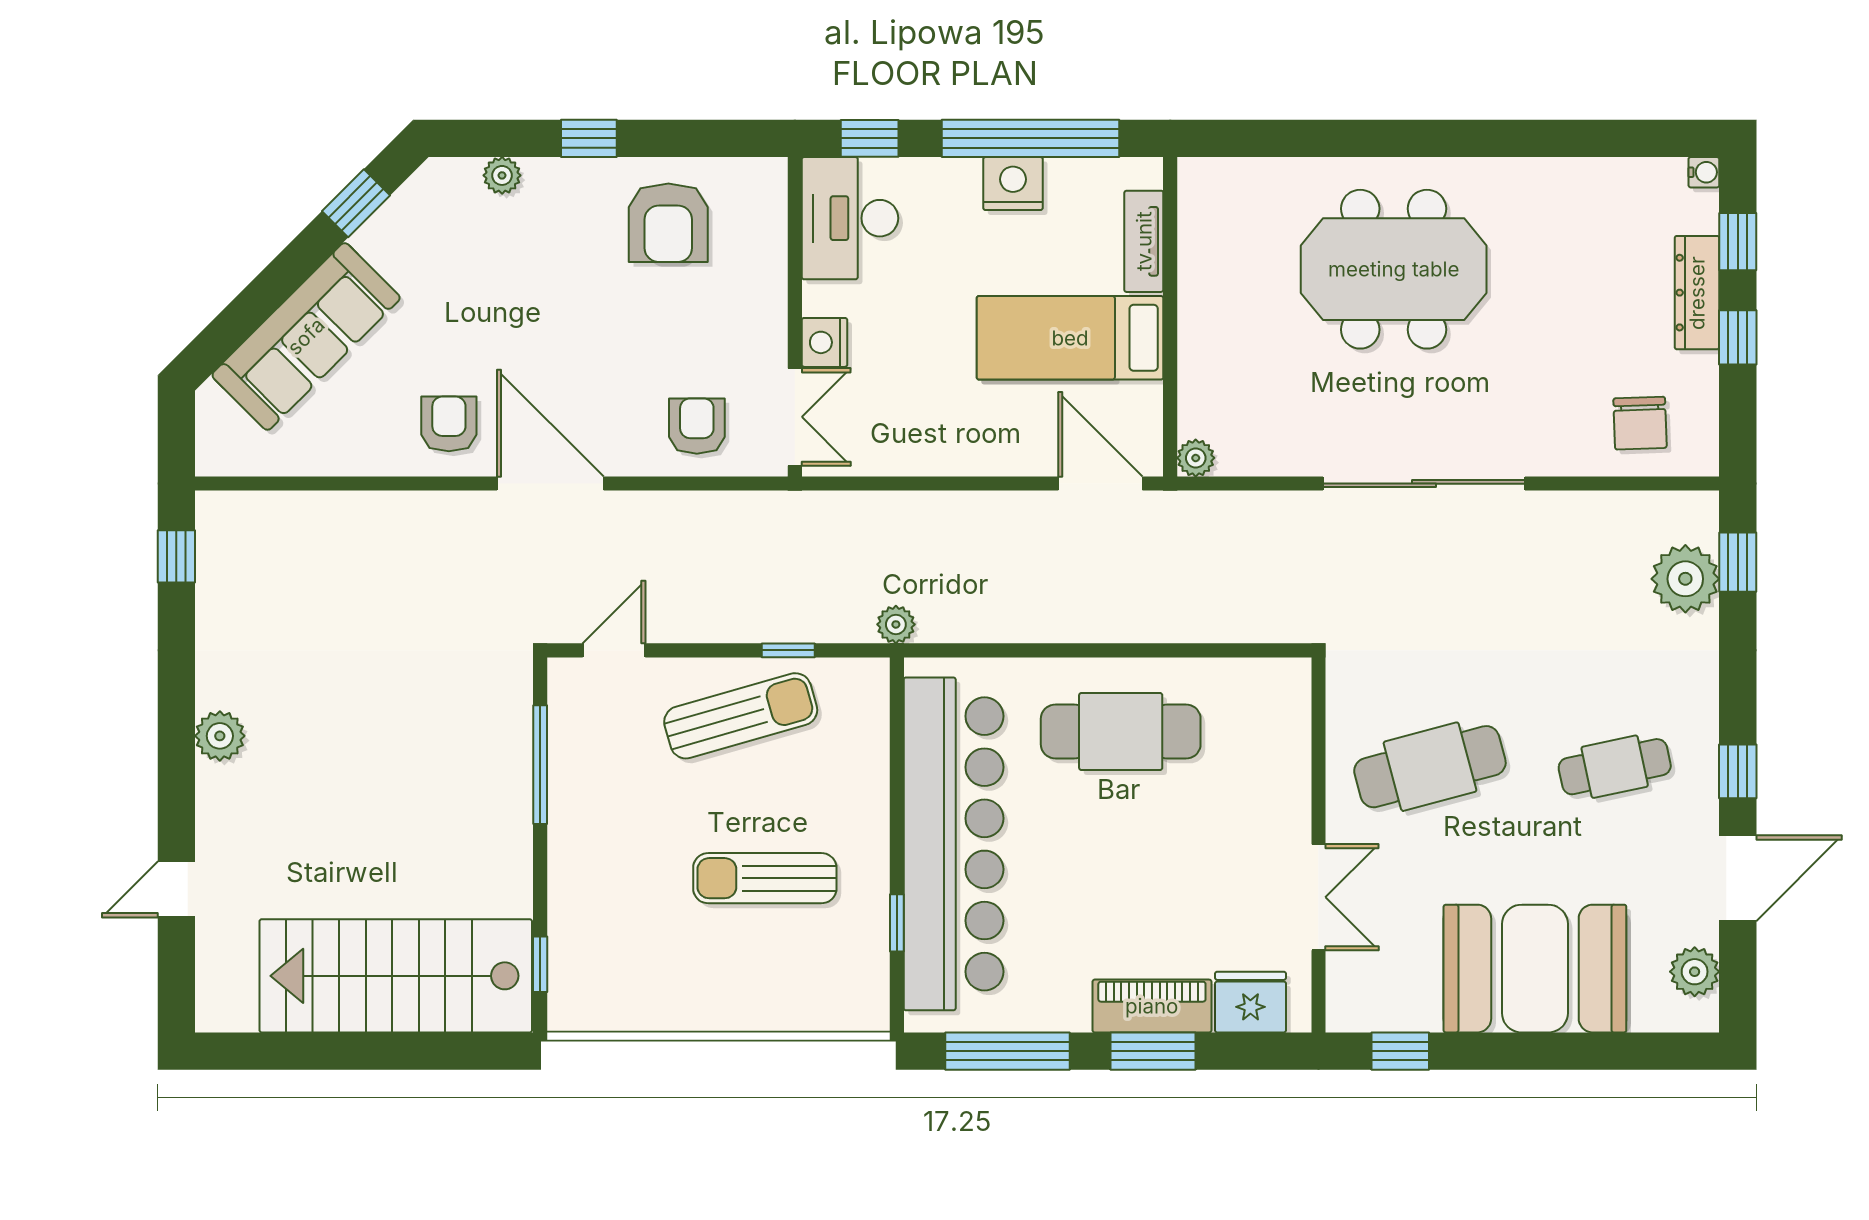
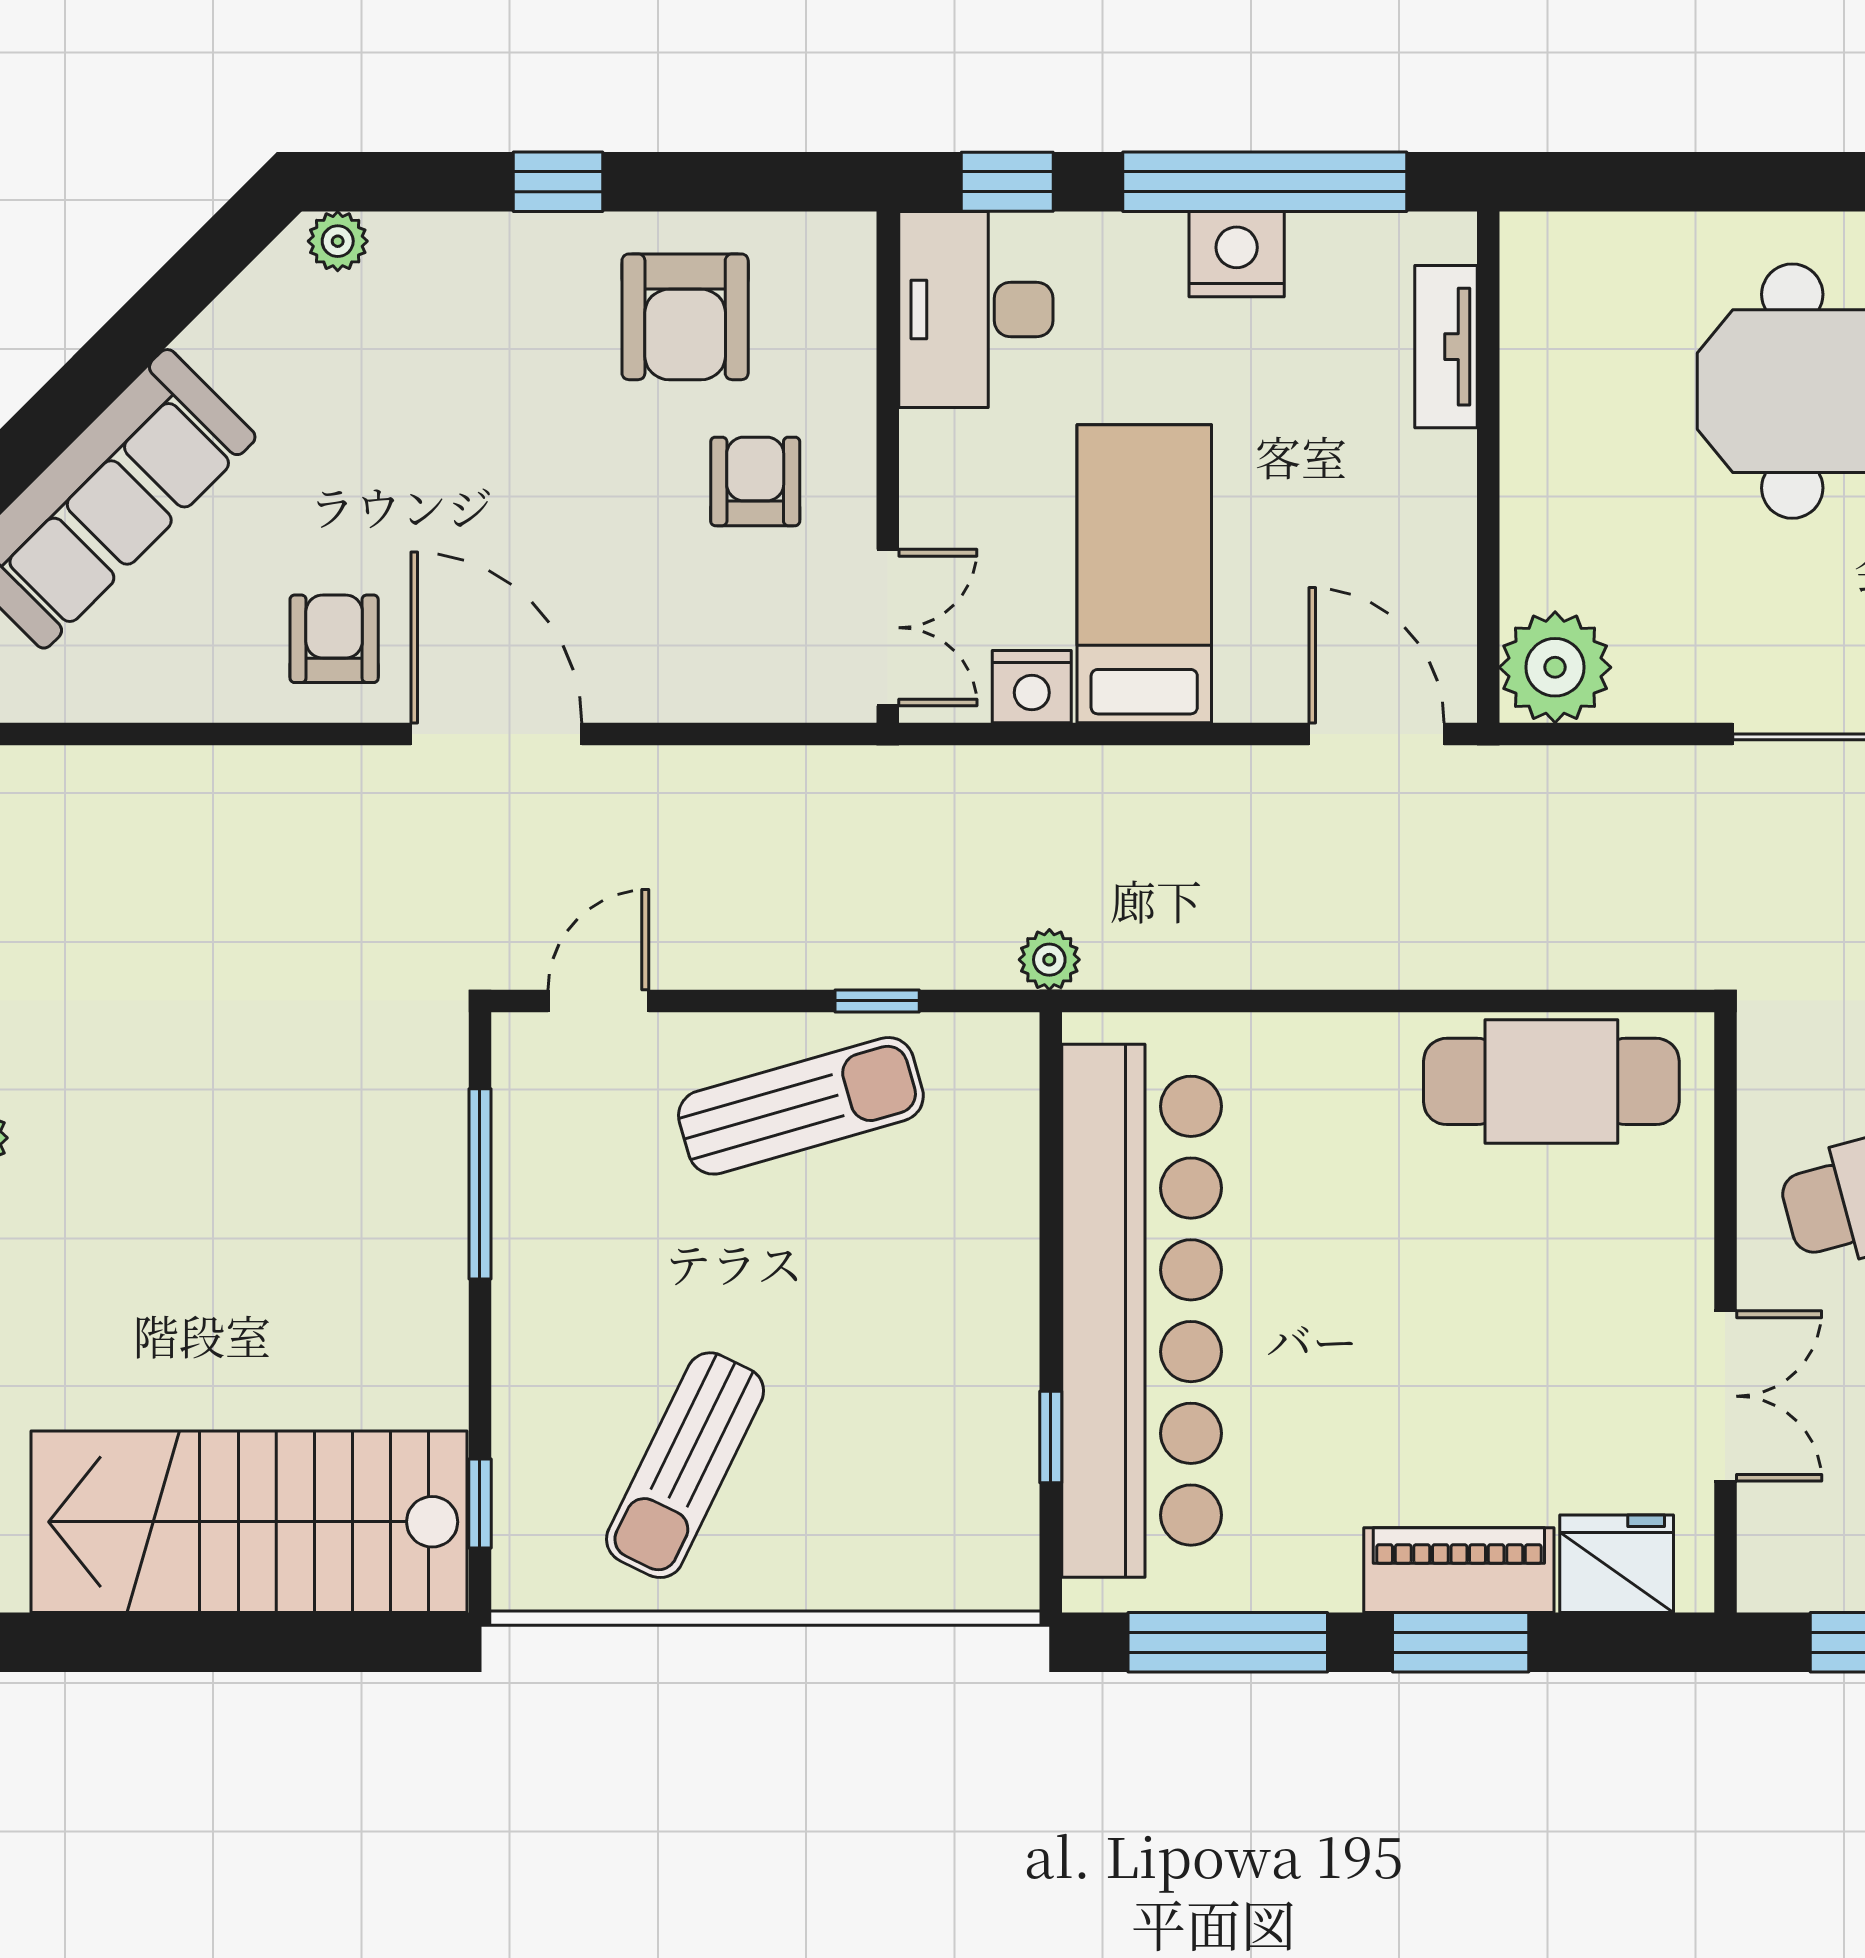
plant: (502, 175) -> (338, 241), moved
window: (356, 203) -> (185, 286), removed
bed: (1070, 338) -> (1144, 574), moved, turned 90
nightstand: (825, 342) -> (1032, 687), moved, turned -90
armchair: (697, 426) -> (755, 481), moved
plant: (1196, 458) -> (1555, 667), width x1.88, depth x1.88
cafe table: (1121, 731) -> (1551, 1081), moved
sun lounger: (765, 878) -> (685, 1465), moved, turned -64

